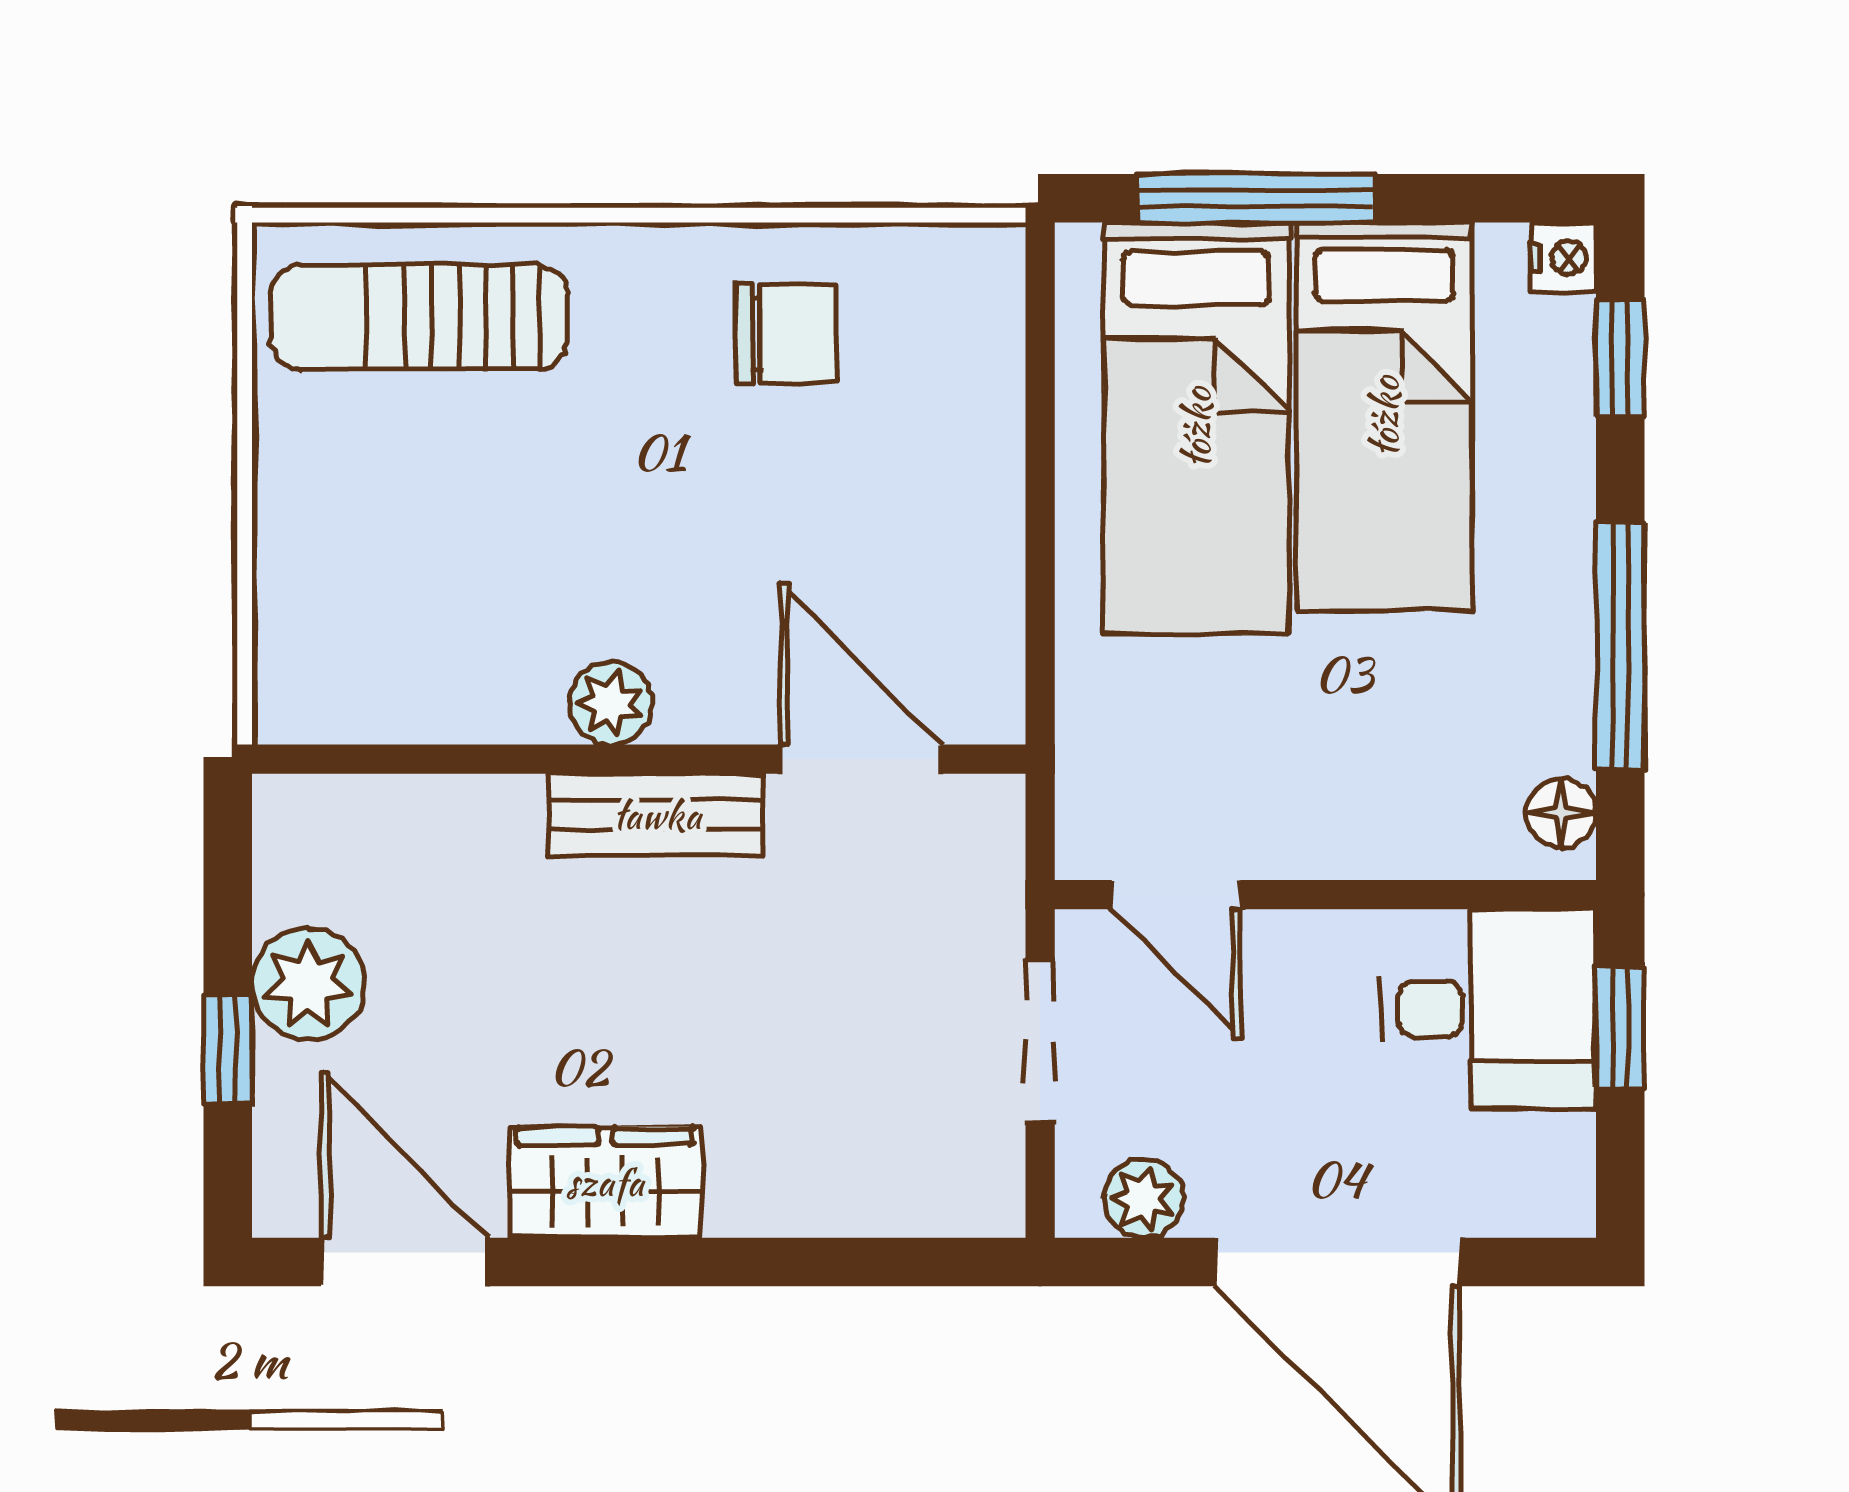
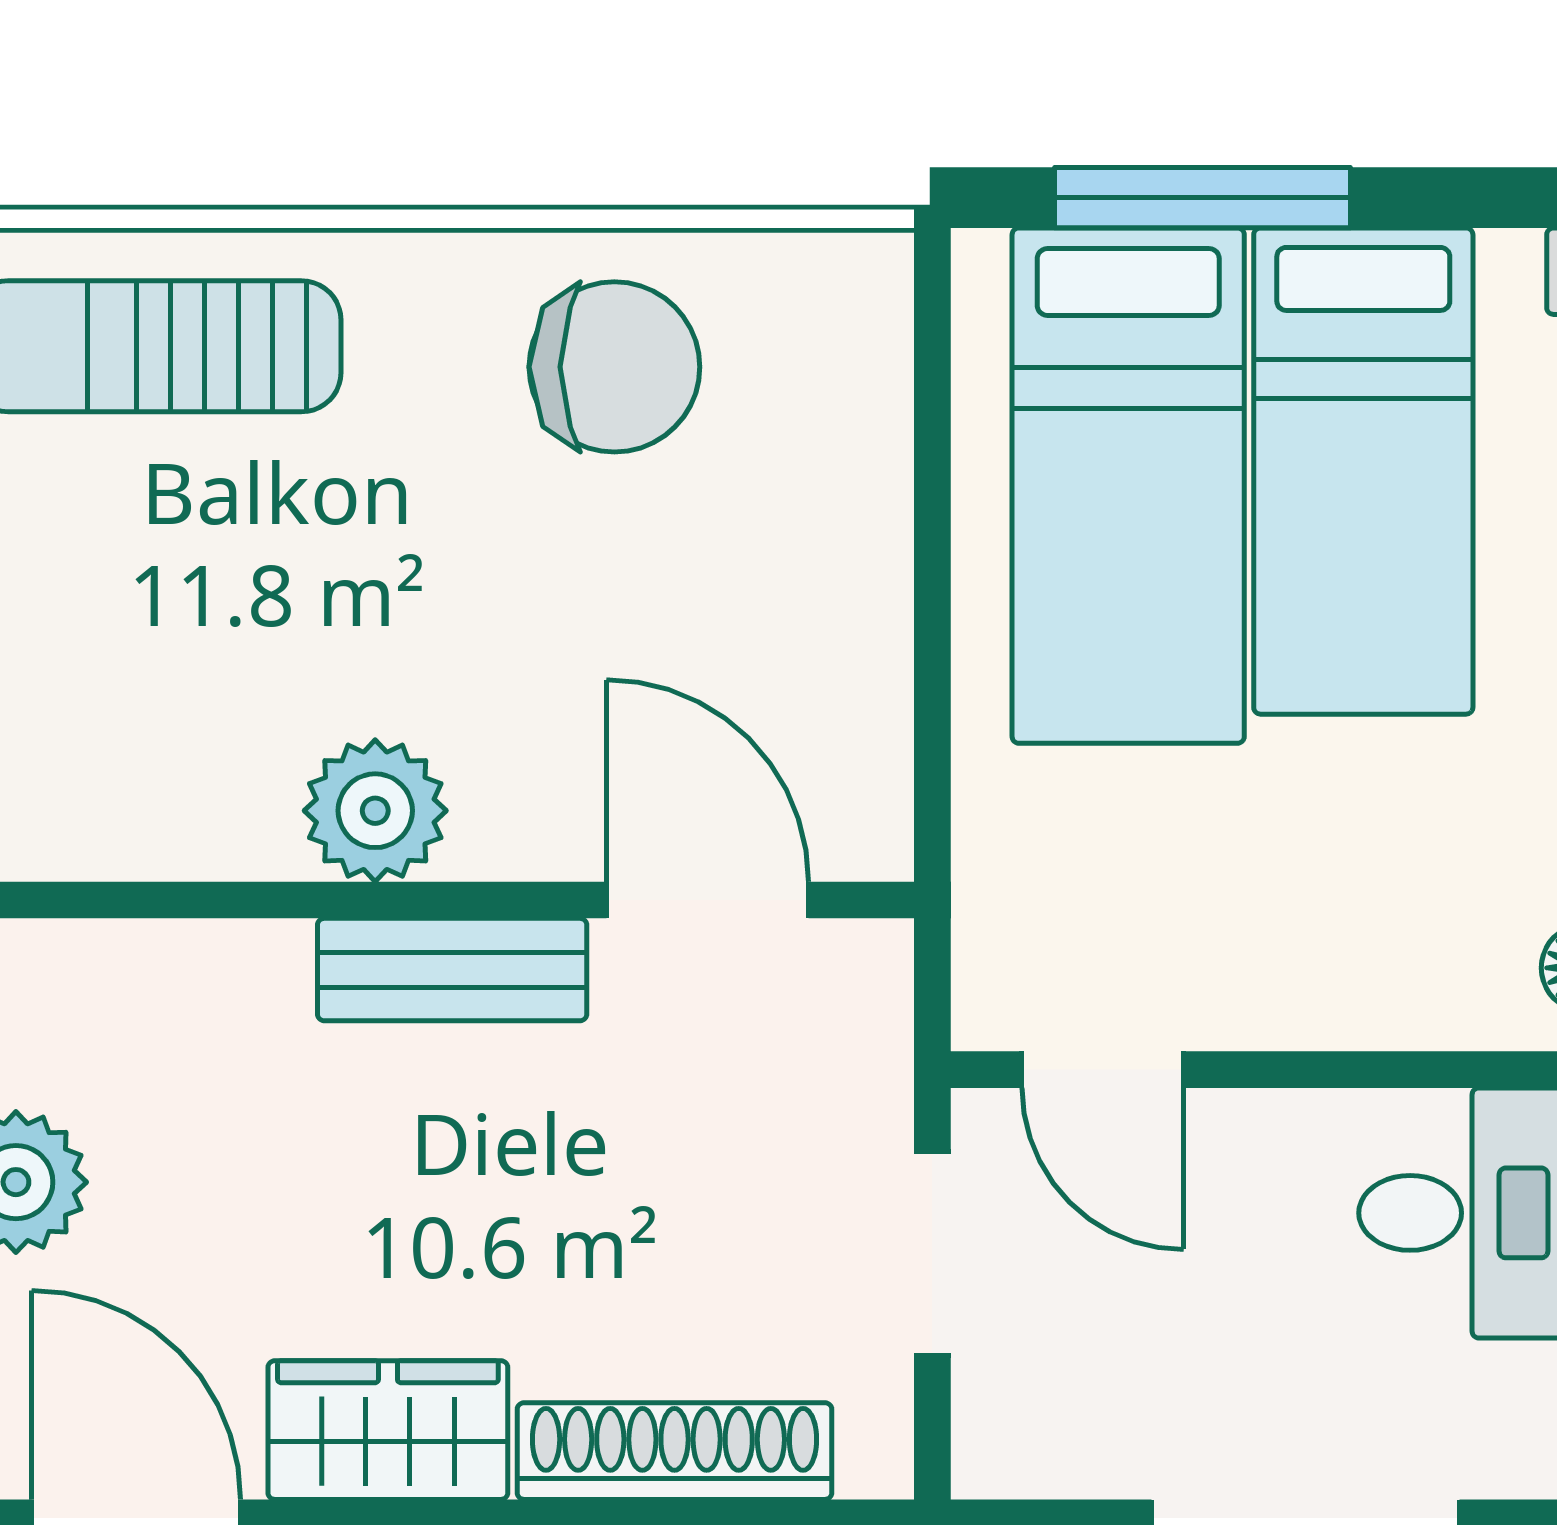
chair: (786, 333) -> (614, 367), width x1.37, depth x1.37
plant: (611, 703) -> (375, 811), width x1.38, depth x1.38
plant: (1144, 1198) -> (1062, 1450), removed
shoe rack: (834, 1199) -> (675, 1451), added

